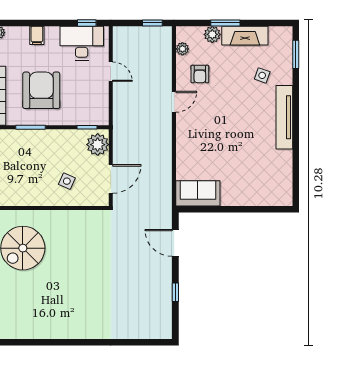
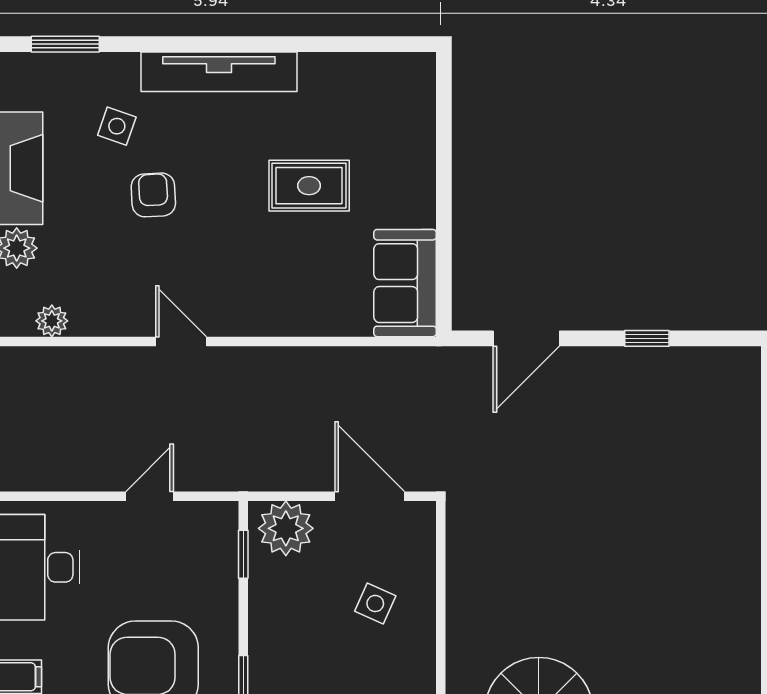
door: (111, 72) -> (150, 496), moved
armchair: (200, 74) -> (153, 195), moved, turned -93
rug: (238, 154) -> (309, 186), added

